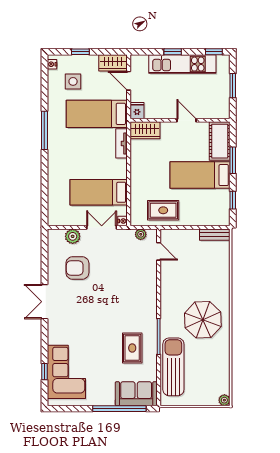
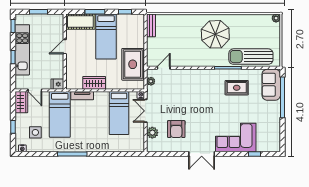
door: (129, 81) -> (35, 90), hinge flipped
wardrobe: (145, 130) -> (94, 83), moved, turned -90
rug: (163, 210) -> (133, 64), width x1.36, depth x1.43
corner sofa: (66, 372) -> (236, 137), moved

